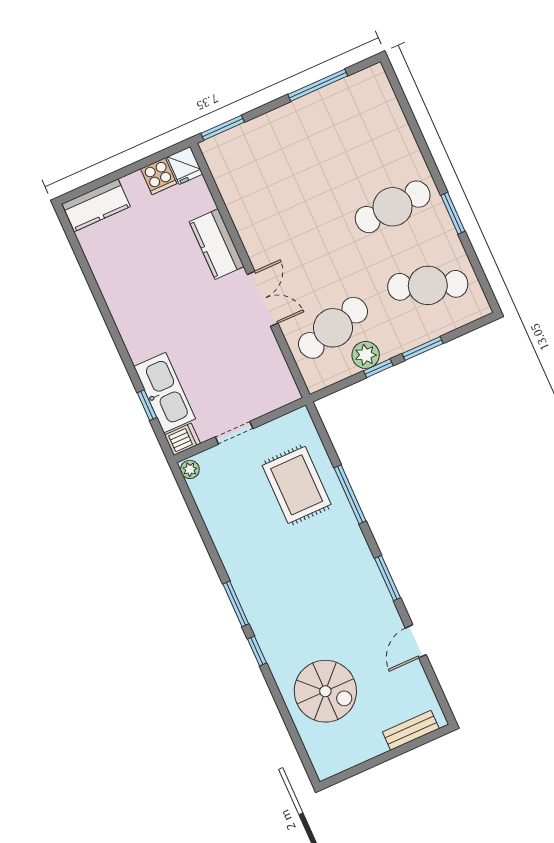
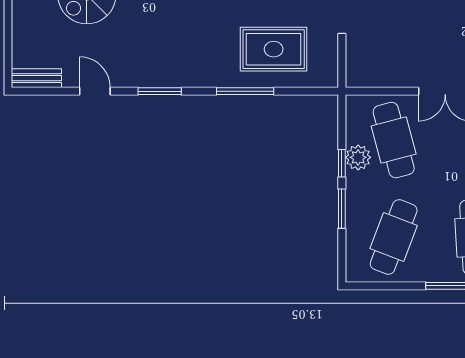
bench: (411, 730) -> (36, 78), moved, turned 90

